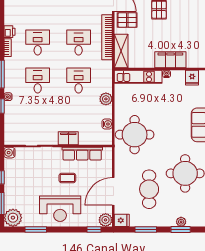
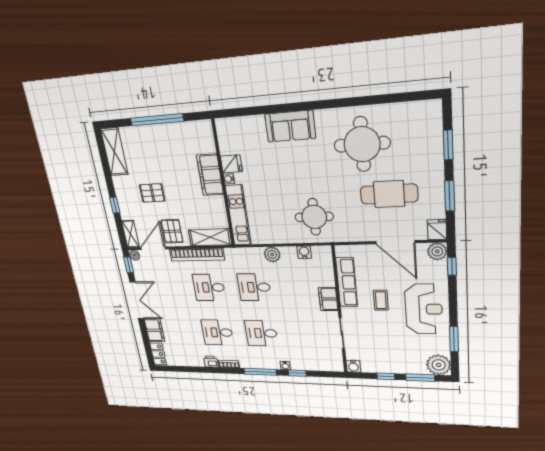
fridge: (192, 78) -> (231, 164), moved
round table: (135, 135) -> (314, 217), width x0.73, depth x0.73
plant: (181, 222) -> (436, 145), removed

